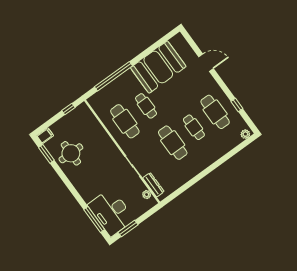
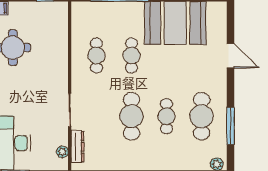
window: (237, 105) -> (231, 126), width x2.17
cafe table: (125, 121) -> (96, 55), width x0.73, depth x0.74

